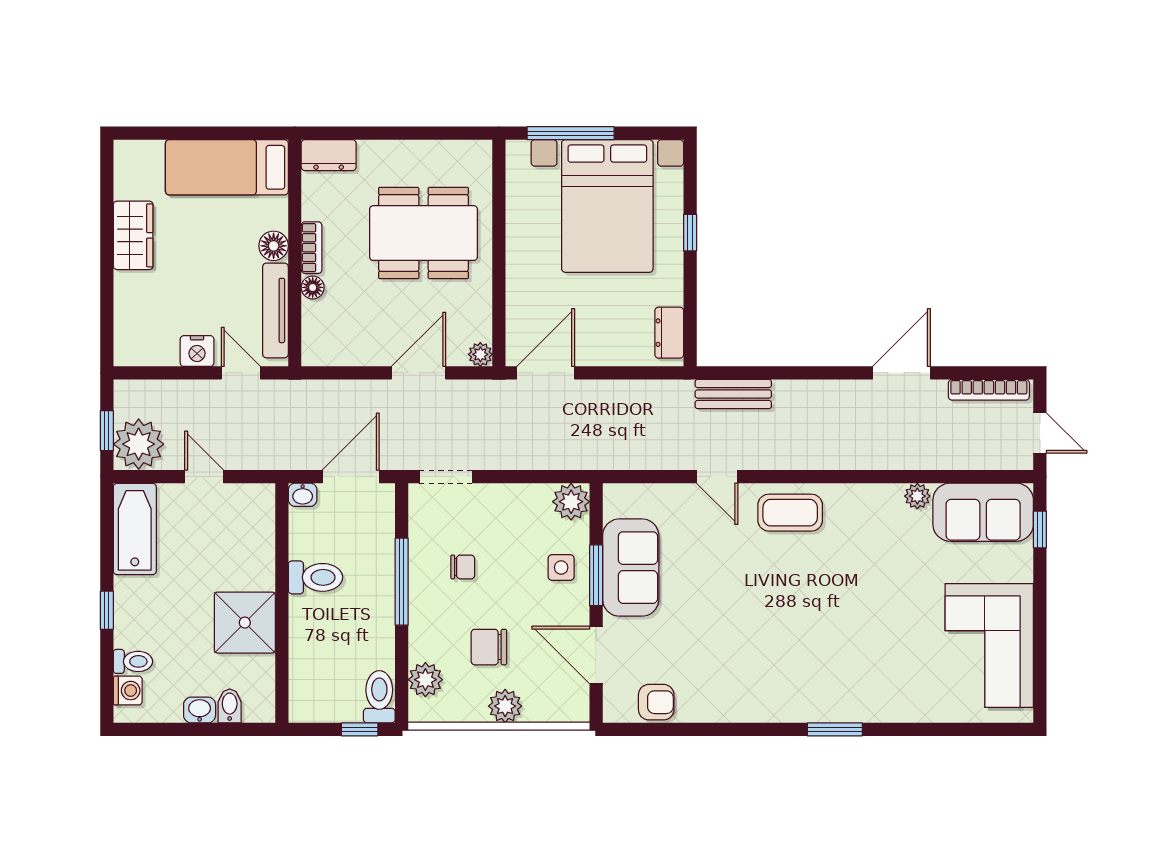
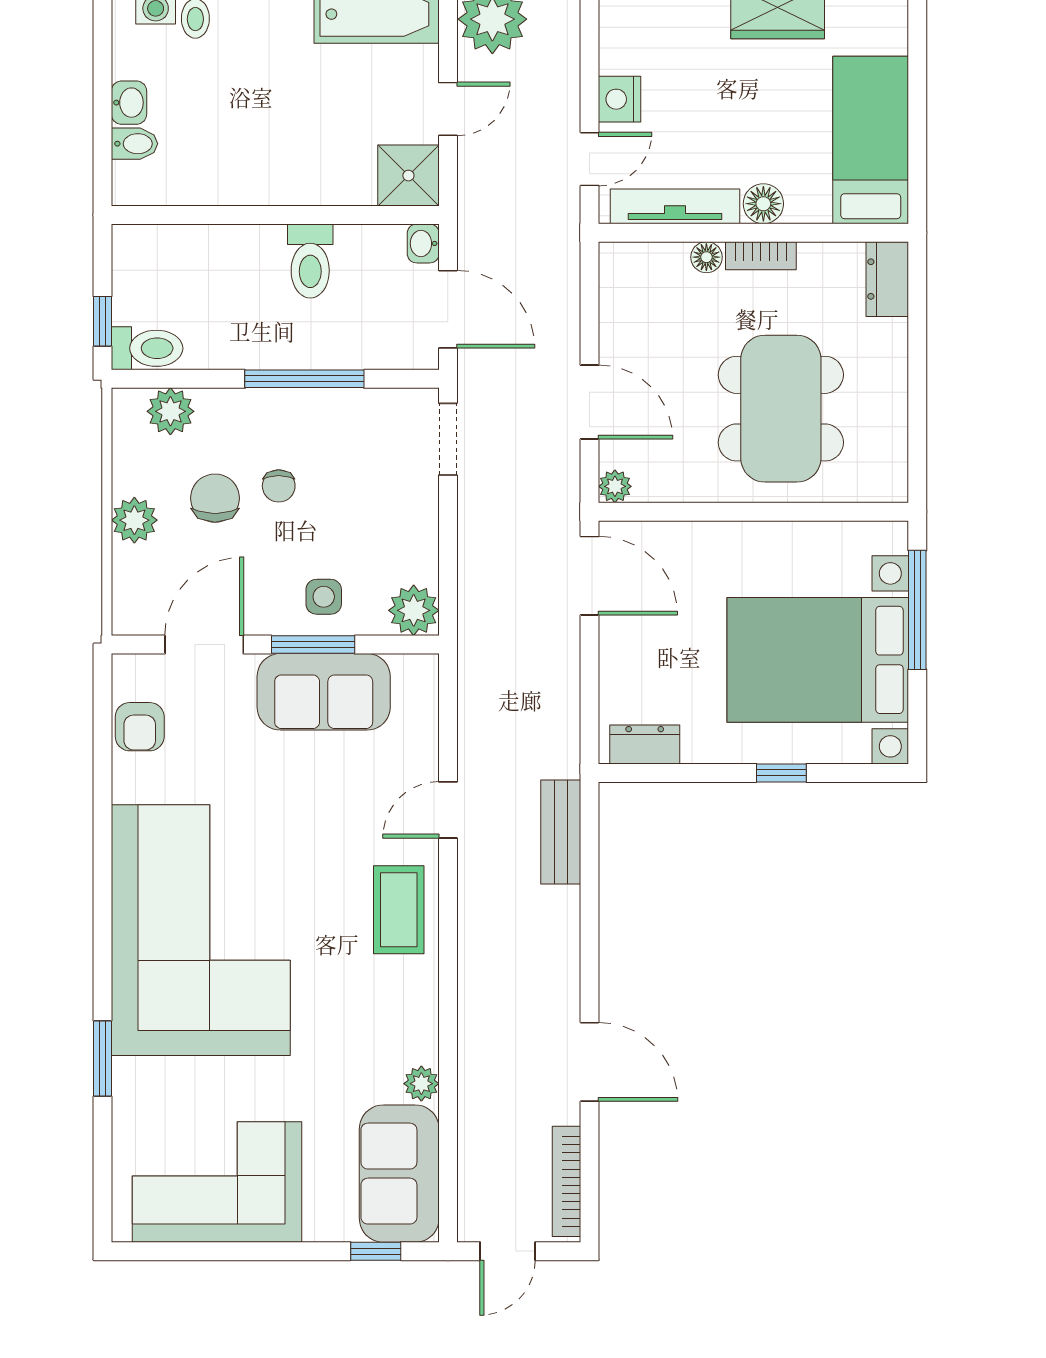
chair: (463, 567) -> (279, 486), moved
shower: (245, 623) -> (408, 176), moved, width x0.73, depth x0.73
corner sofa: (805, 657) -> (201, 930), added
window: (835, 729) -> (102, 1058), moved

